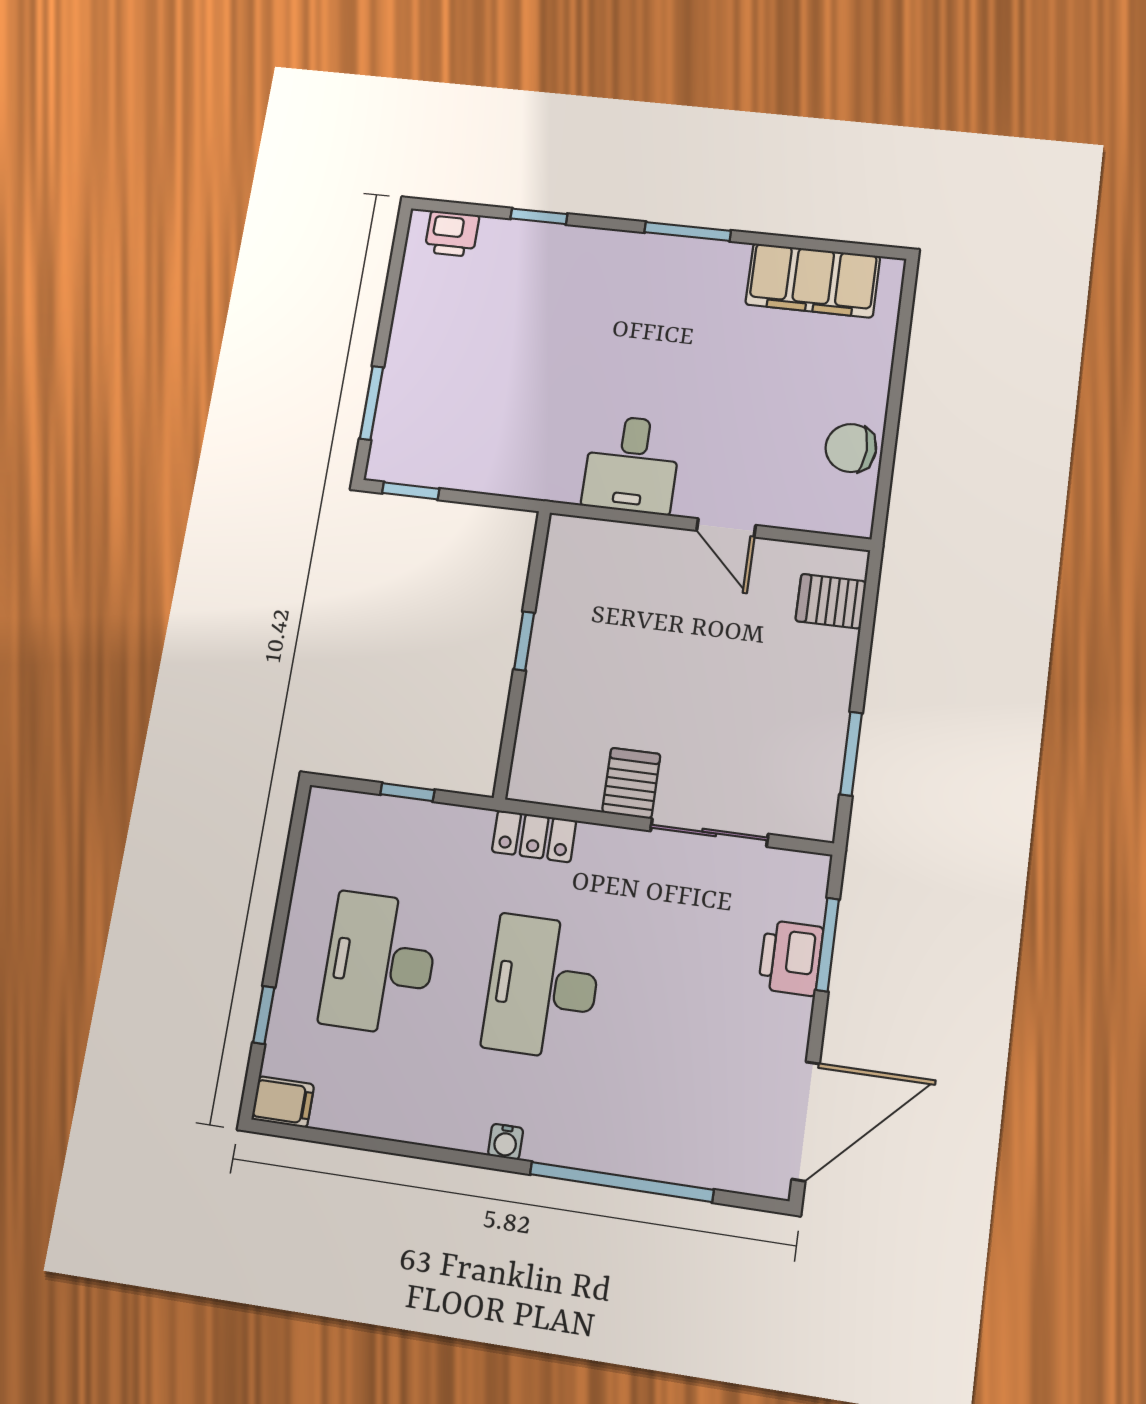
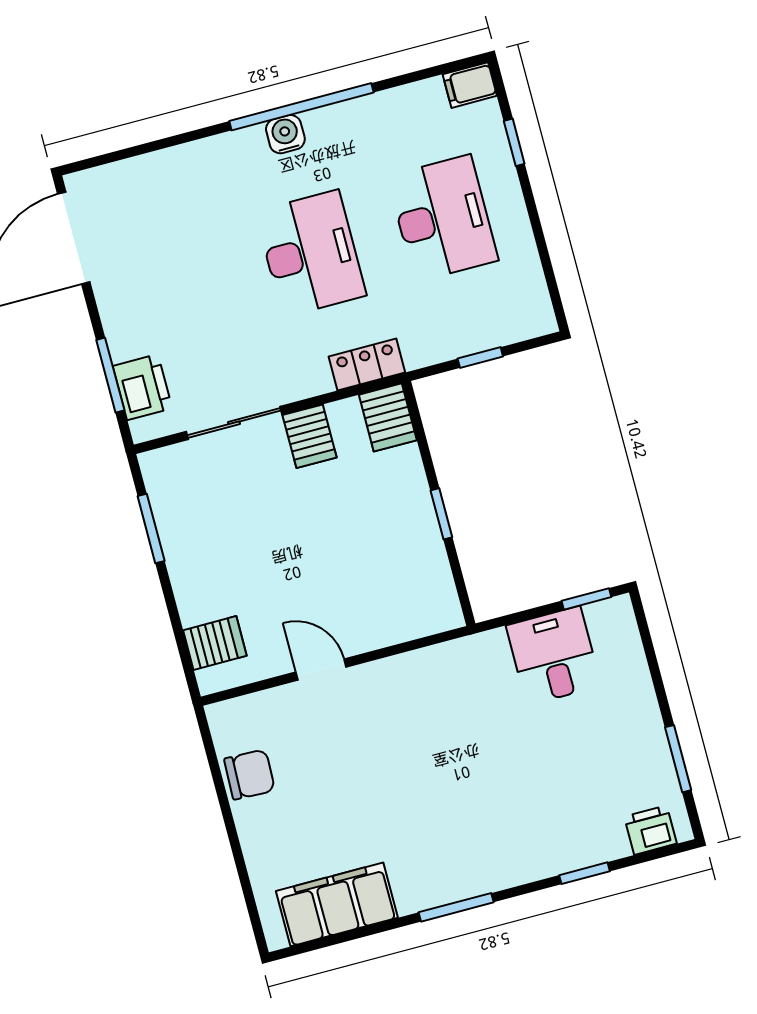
window: (372, 403) -> (678, 759), moved
desk: (632, 464) -> (554, 656), moved
server rack: (536, 768) -> (388, 417), added
printer: (791, 958) -> (143, 387), moved
water cooler: (506, 1142) -> (285, 134), width x1.38, depth x1.38
window: (622, 1182) -> (301, 107), moved

